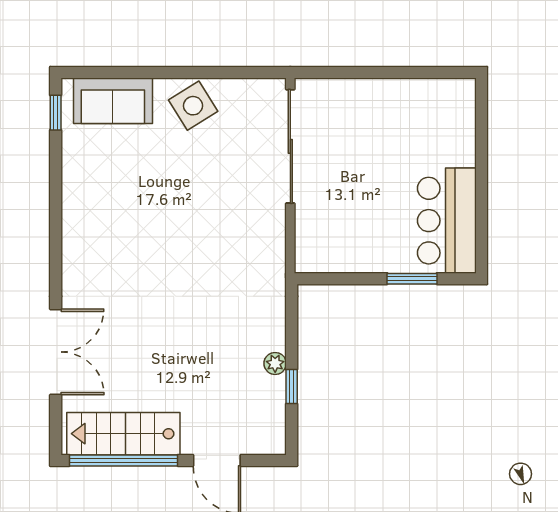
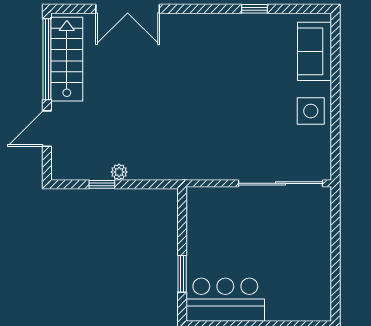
side table: (193, 106) -> (311, 111), turned 32
window: (56, 113) -> (254, 9), moved

